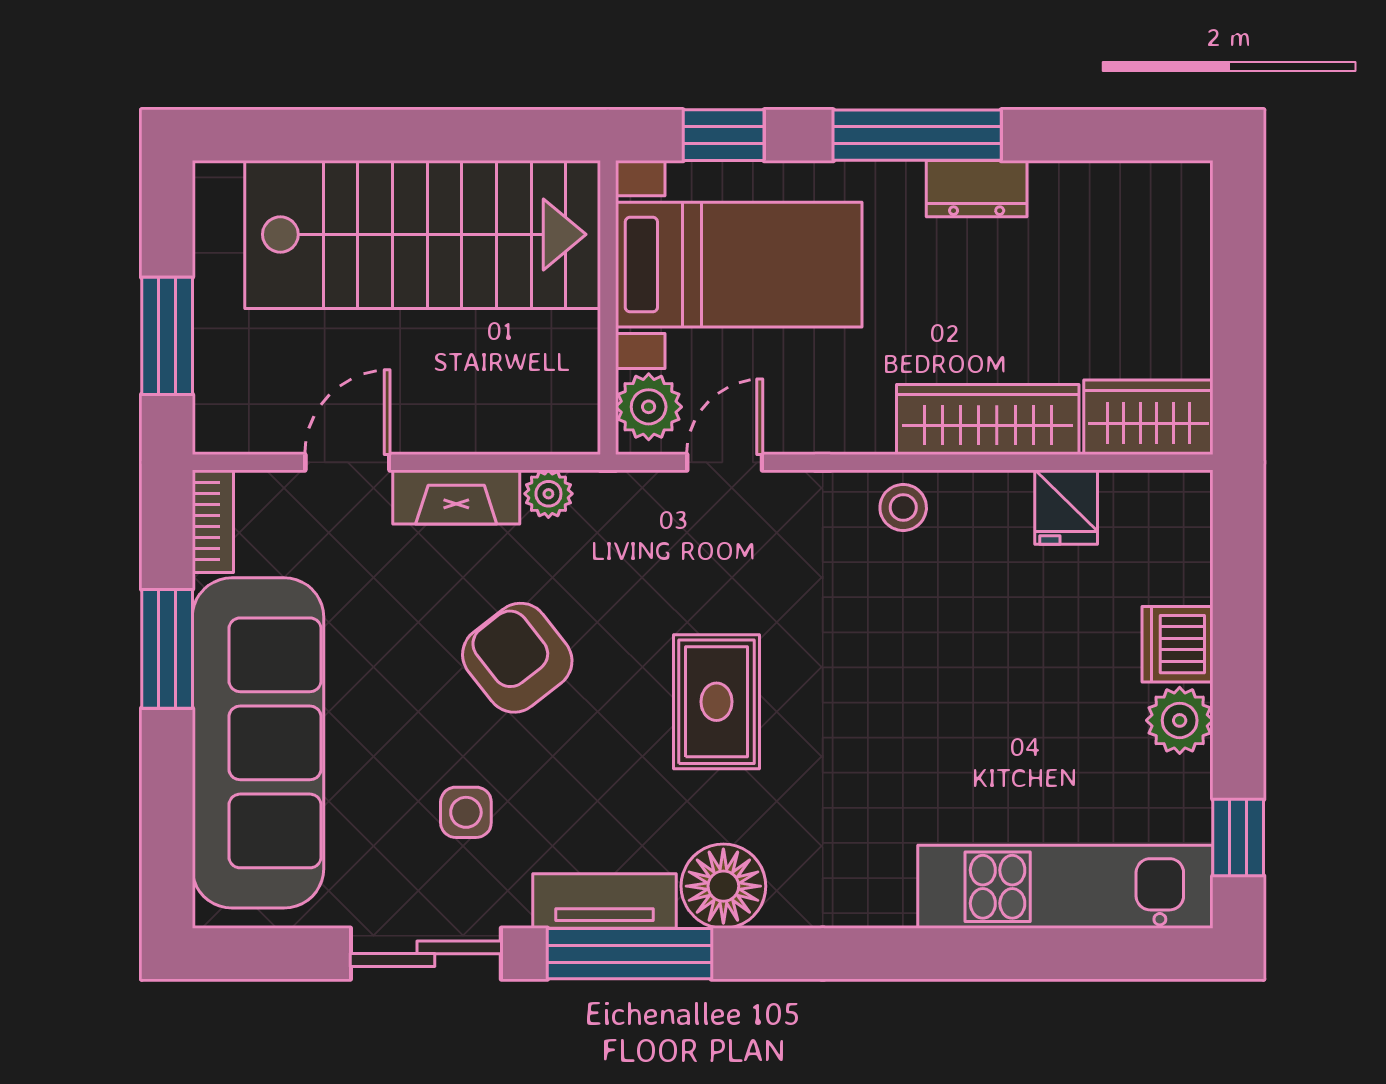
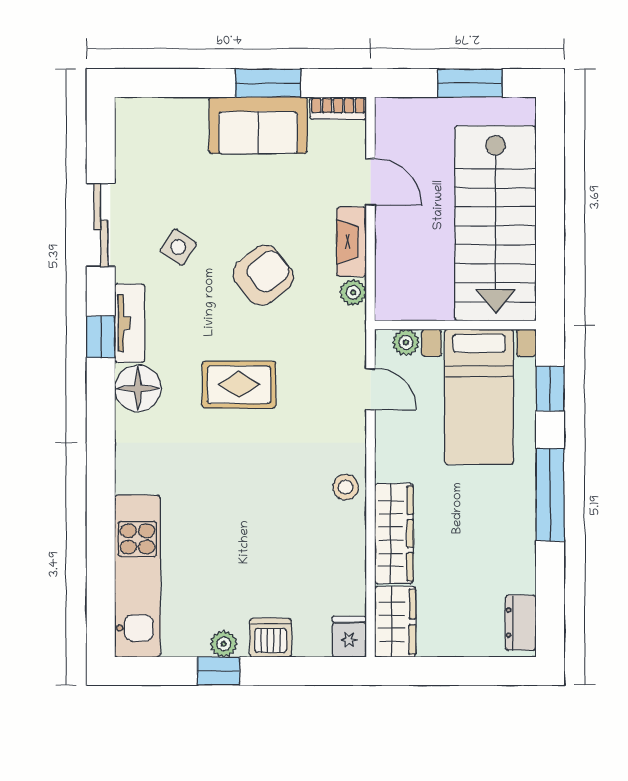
dresser: (977, 189) -> (521, 623), moved
window: (167, 336) -> (470, 83), moved
plant: (649, 407) -> (406, 342), width x0.73, depth x0.73
fridge: (1066, 507) -> (349, 637), moved, turned 90
plant: (1180, 720) -> (224, 644), width x0.73, depth x0.73
sofa: (258, 743) -> (258, 125), width x0.54, depth x0.79
side table: (466, 812) -> (178, 247), turned 33
window: (1238, 838) -> (219, 671), moved
window: (629, 954) -> (101, 337), width x0.46

